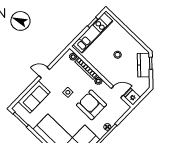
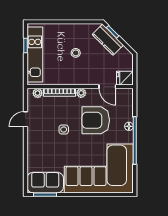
door: (44, 73) -> (26, 119), moved
door: (117, 92) -> (107, 87), swing flipped
sofa: (34, 97) -> (45, 183), moved, turned -90

